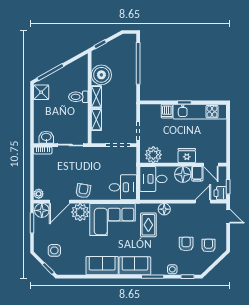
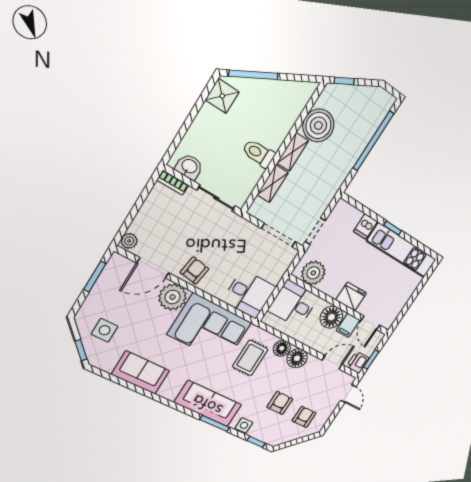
toilet: (78, 97) -> (259, 153), moved
floor lamp: (42, 210) -> (297, 358), moved
sofa: (102, 266) -> (141, 373), moved
sofa: (135, 266) -> (208, 404), width x1.36

